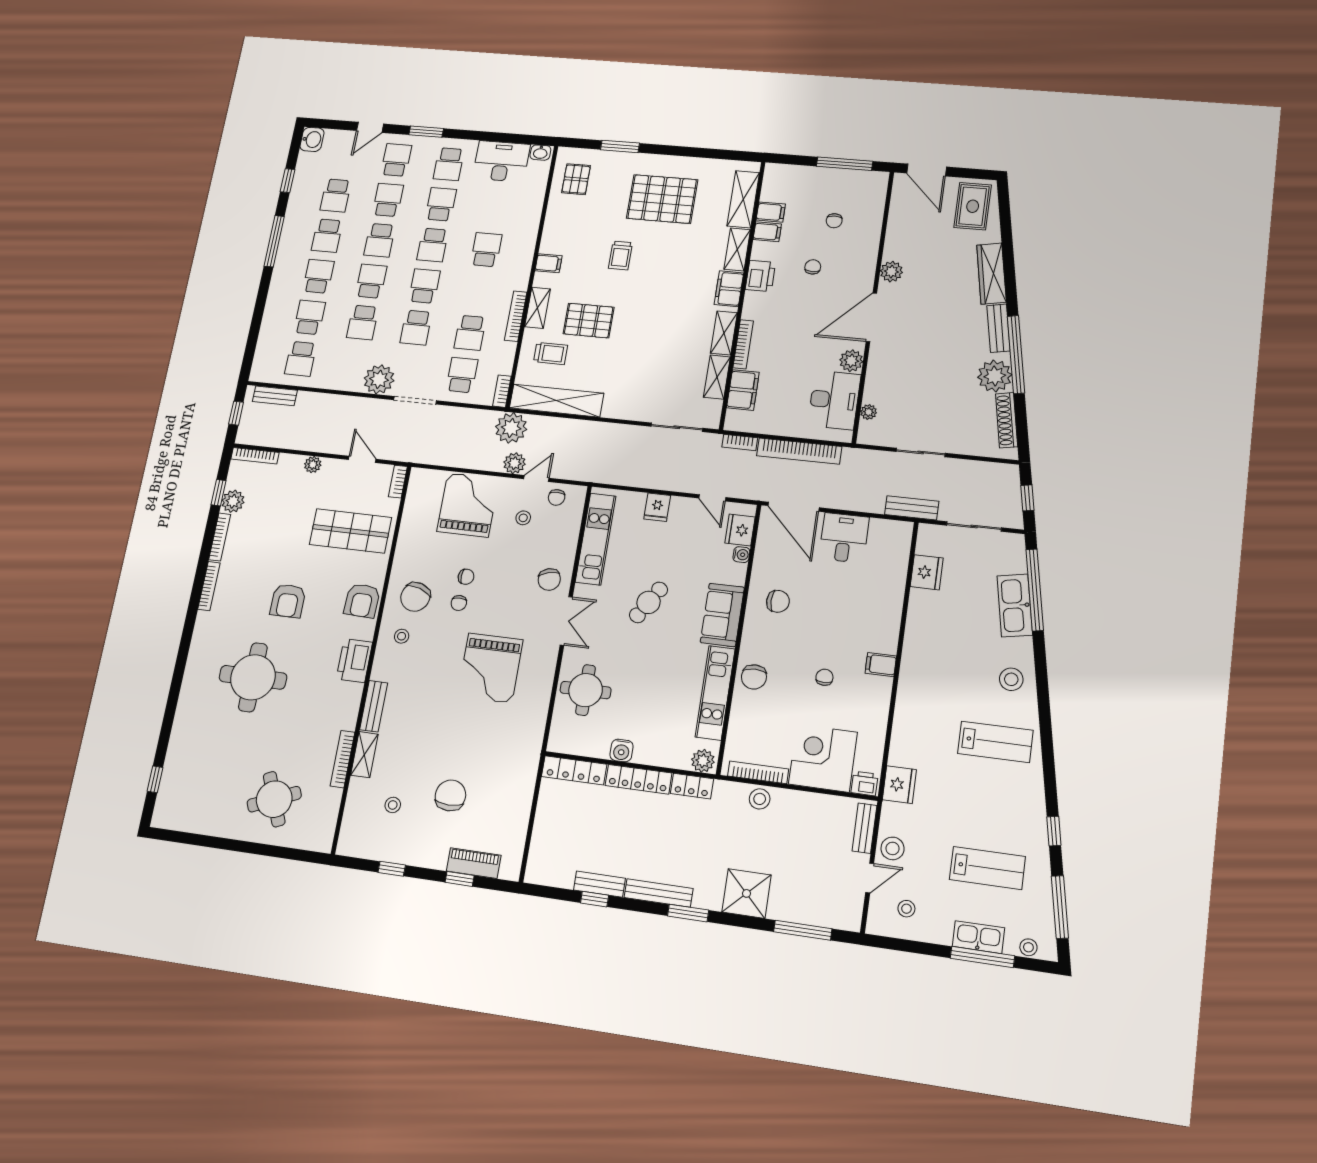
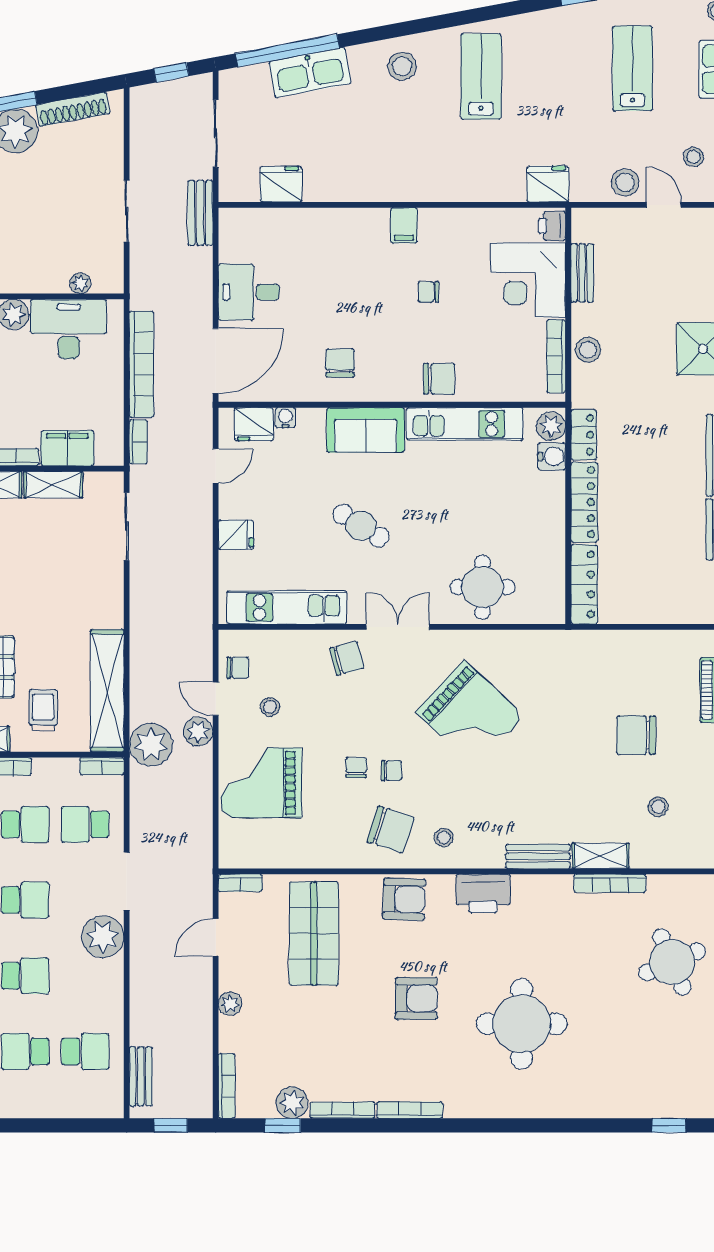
grand piano: (490, 668) -> (470, 714), turned 43
water cooler: (621, 751) -> (552, 456), moved
bench: (864, 828) -> (582, 273), moved, turned 90

